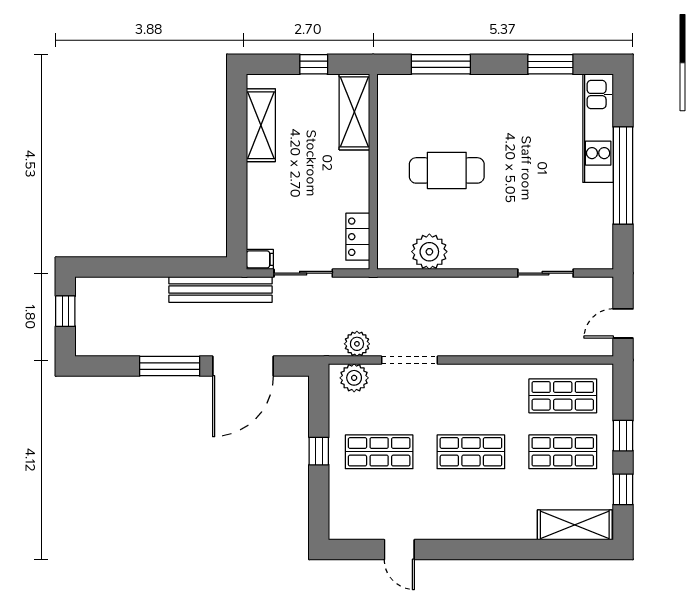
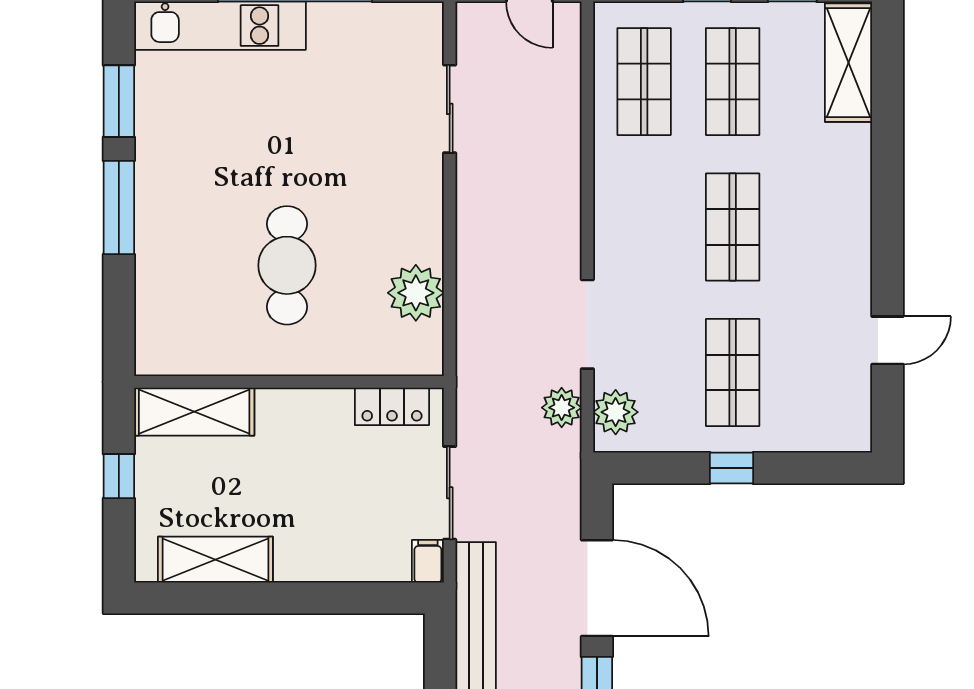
window: (441, 64) -> (119, 208), moved

